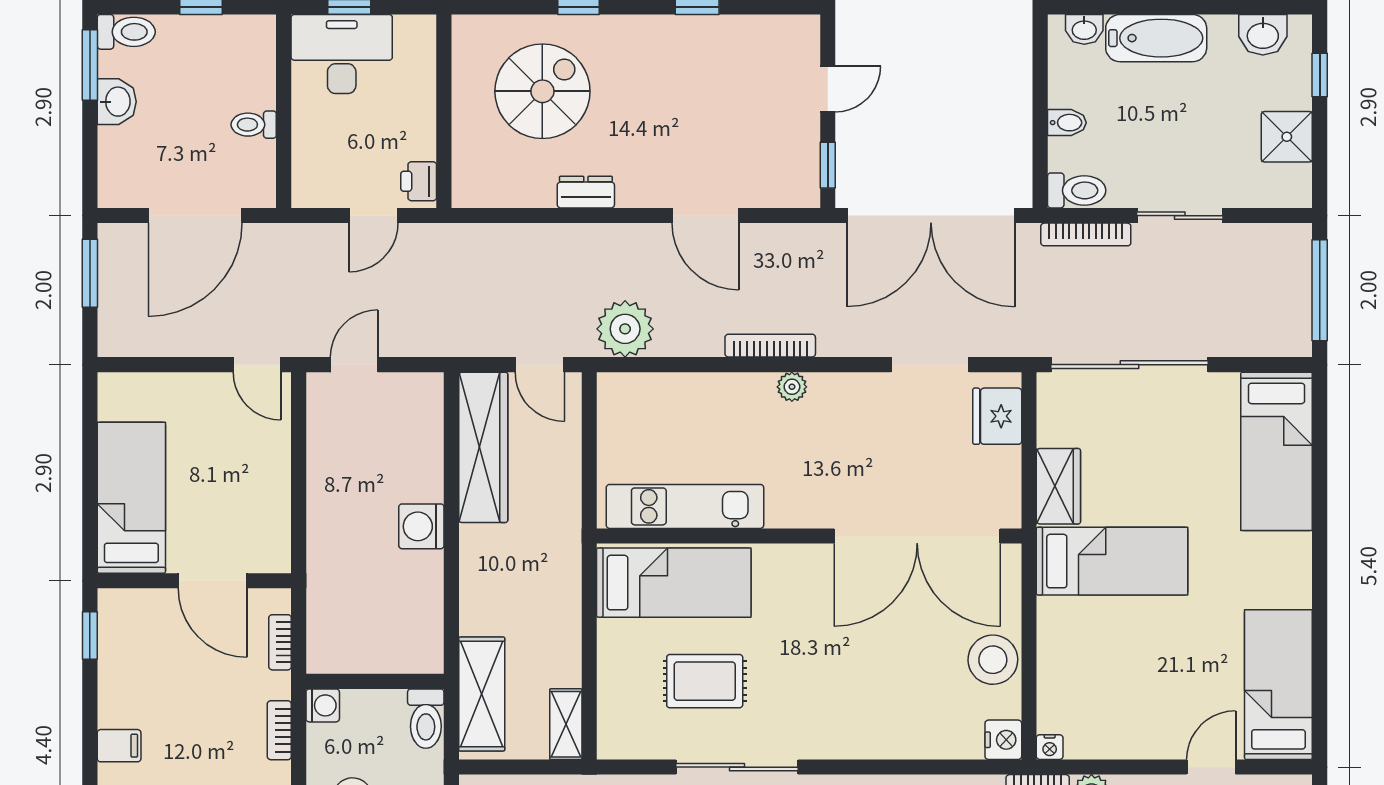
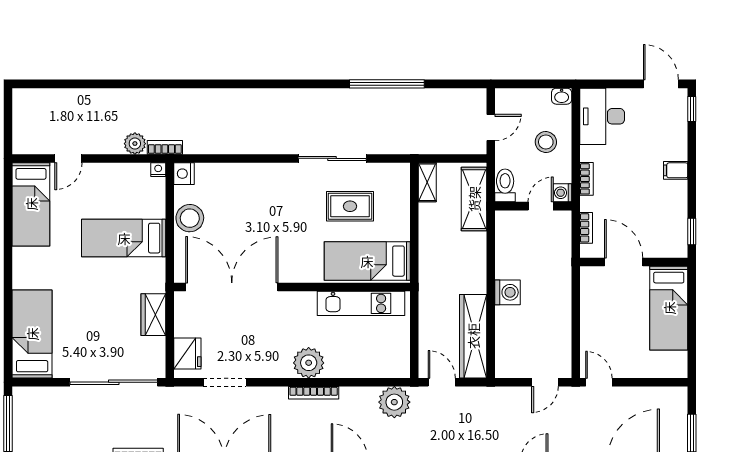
plant: (792, 387) -> (309, 363), width x1.88, depth x1.88
bed: (1112, 561) -> (124, 238), moved
door: (362, 681) -> (541, 206), added

